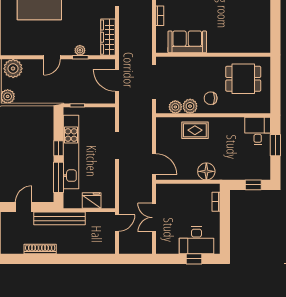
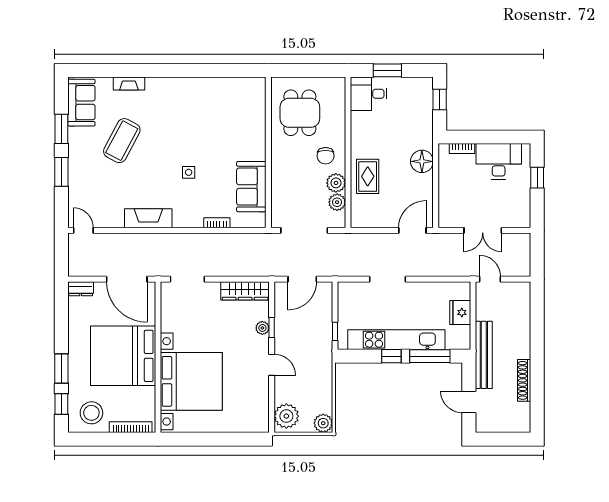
desk: (197, 240) -> (499, 161), moved, turned -90

